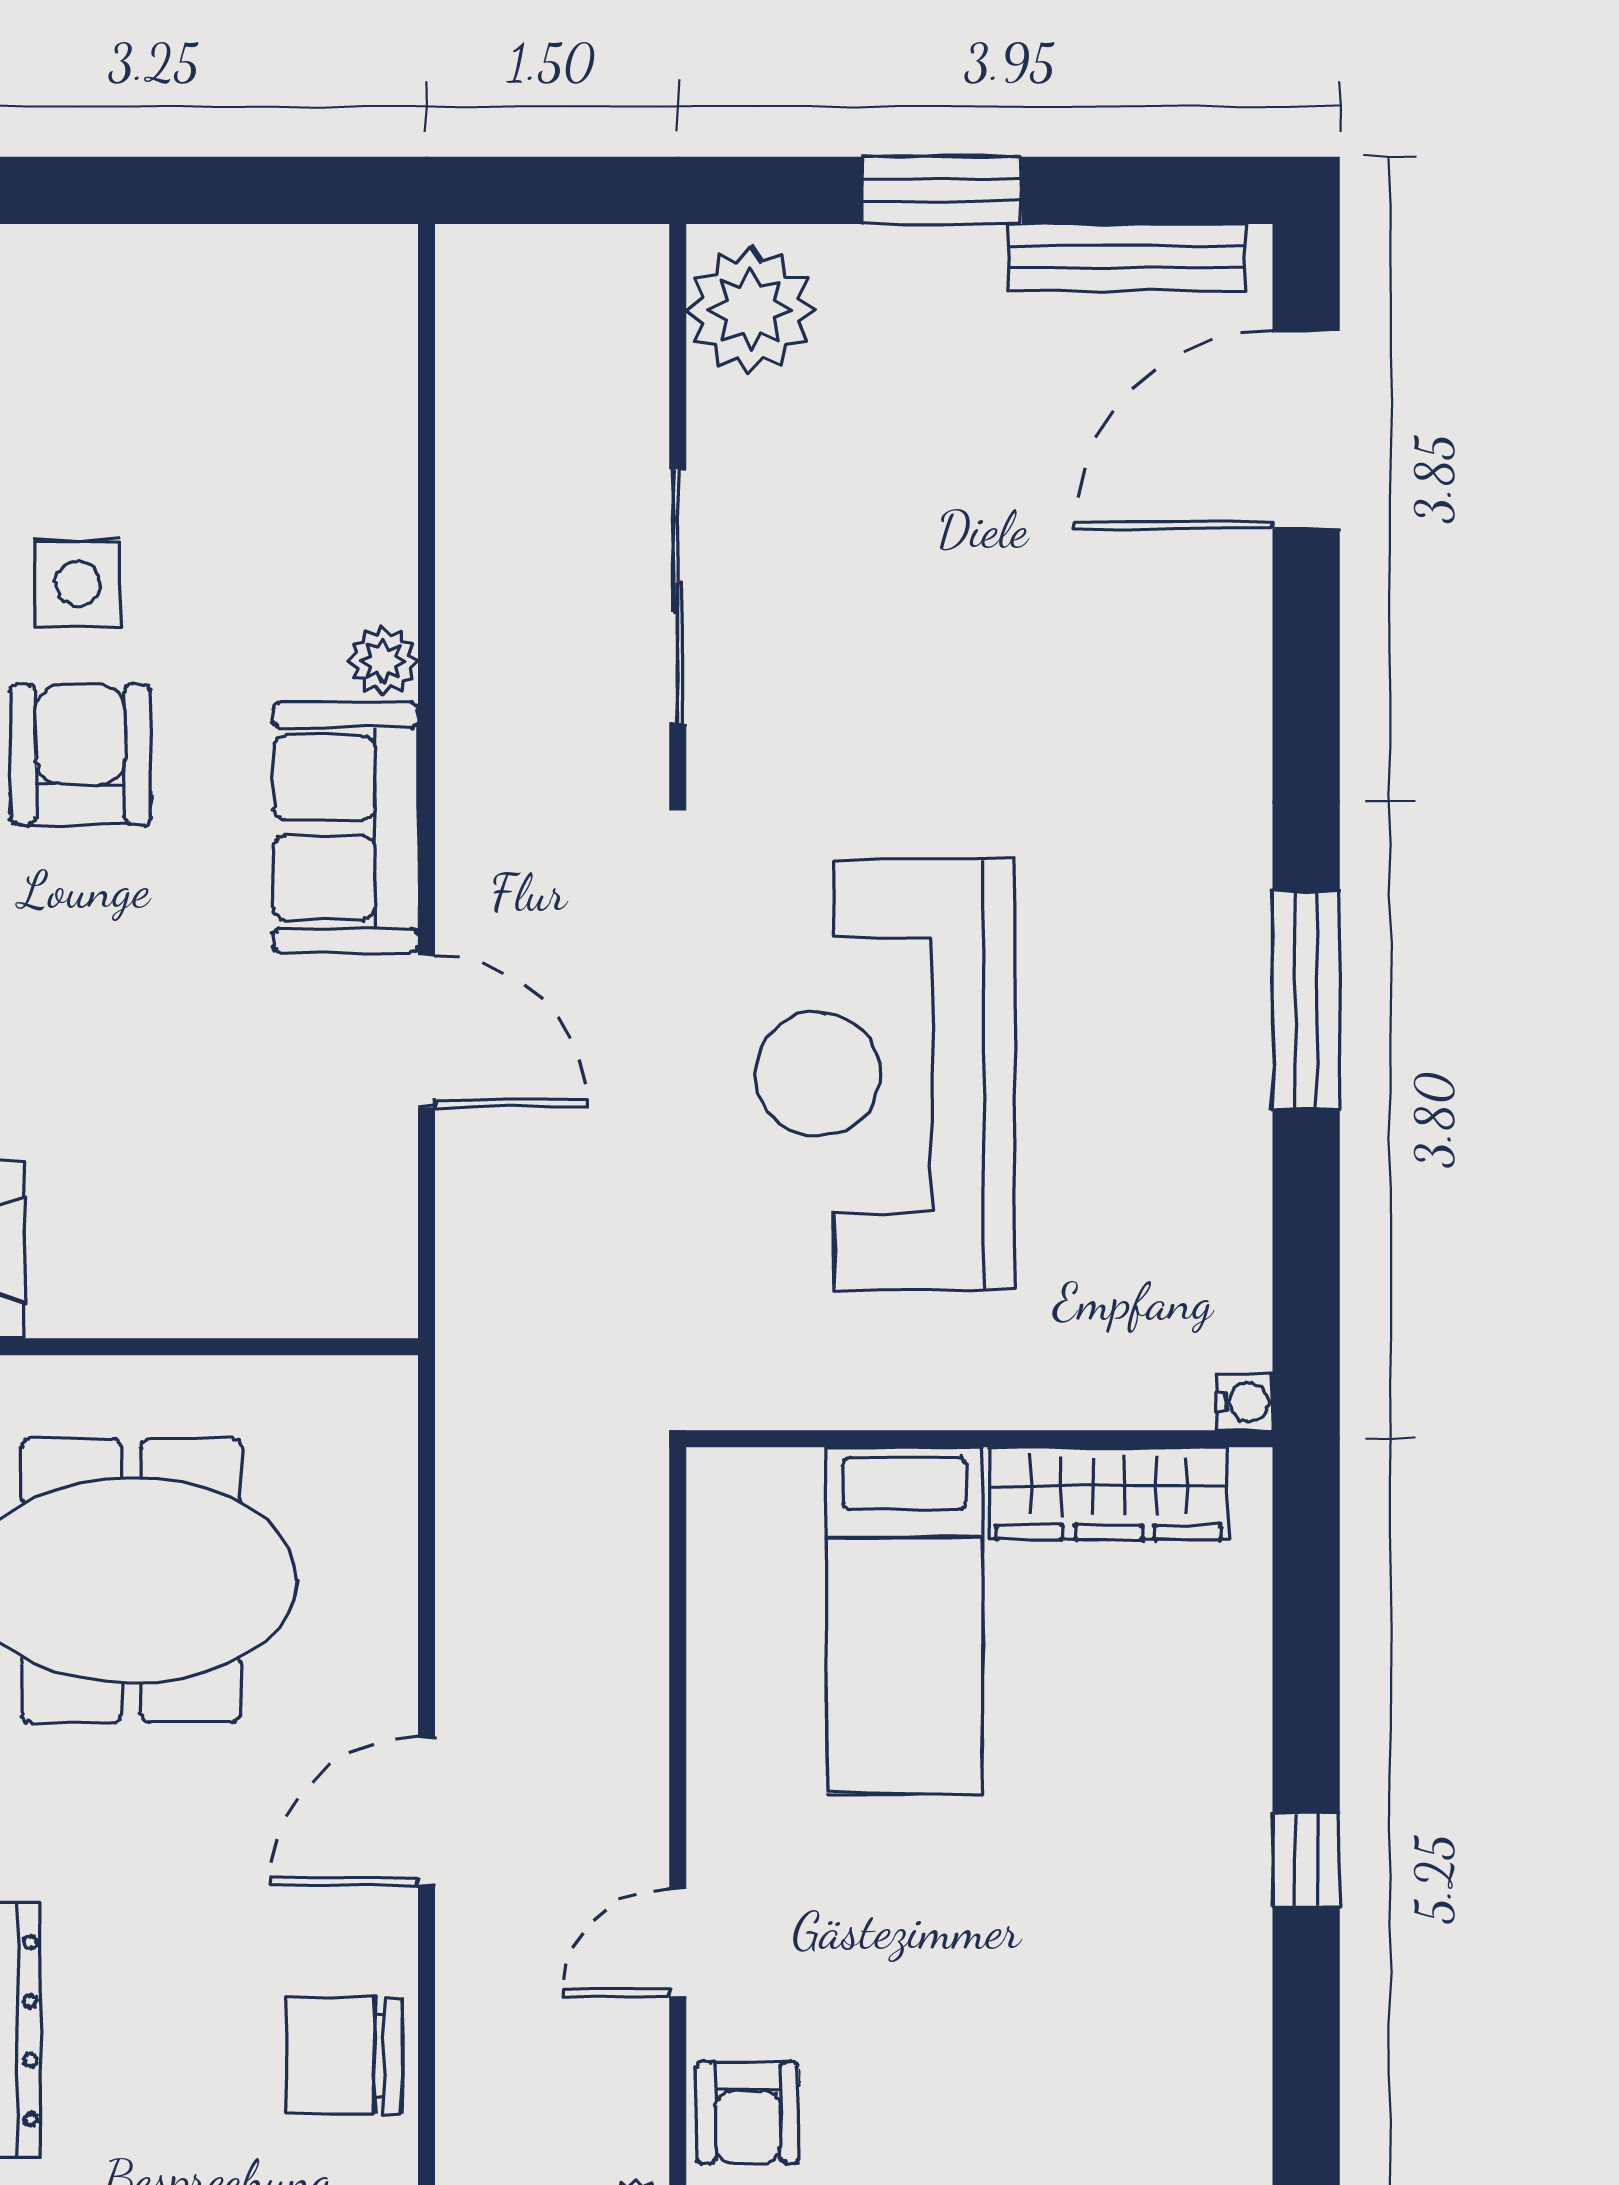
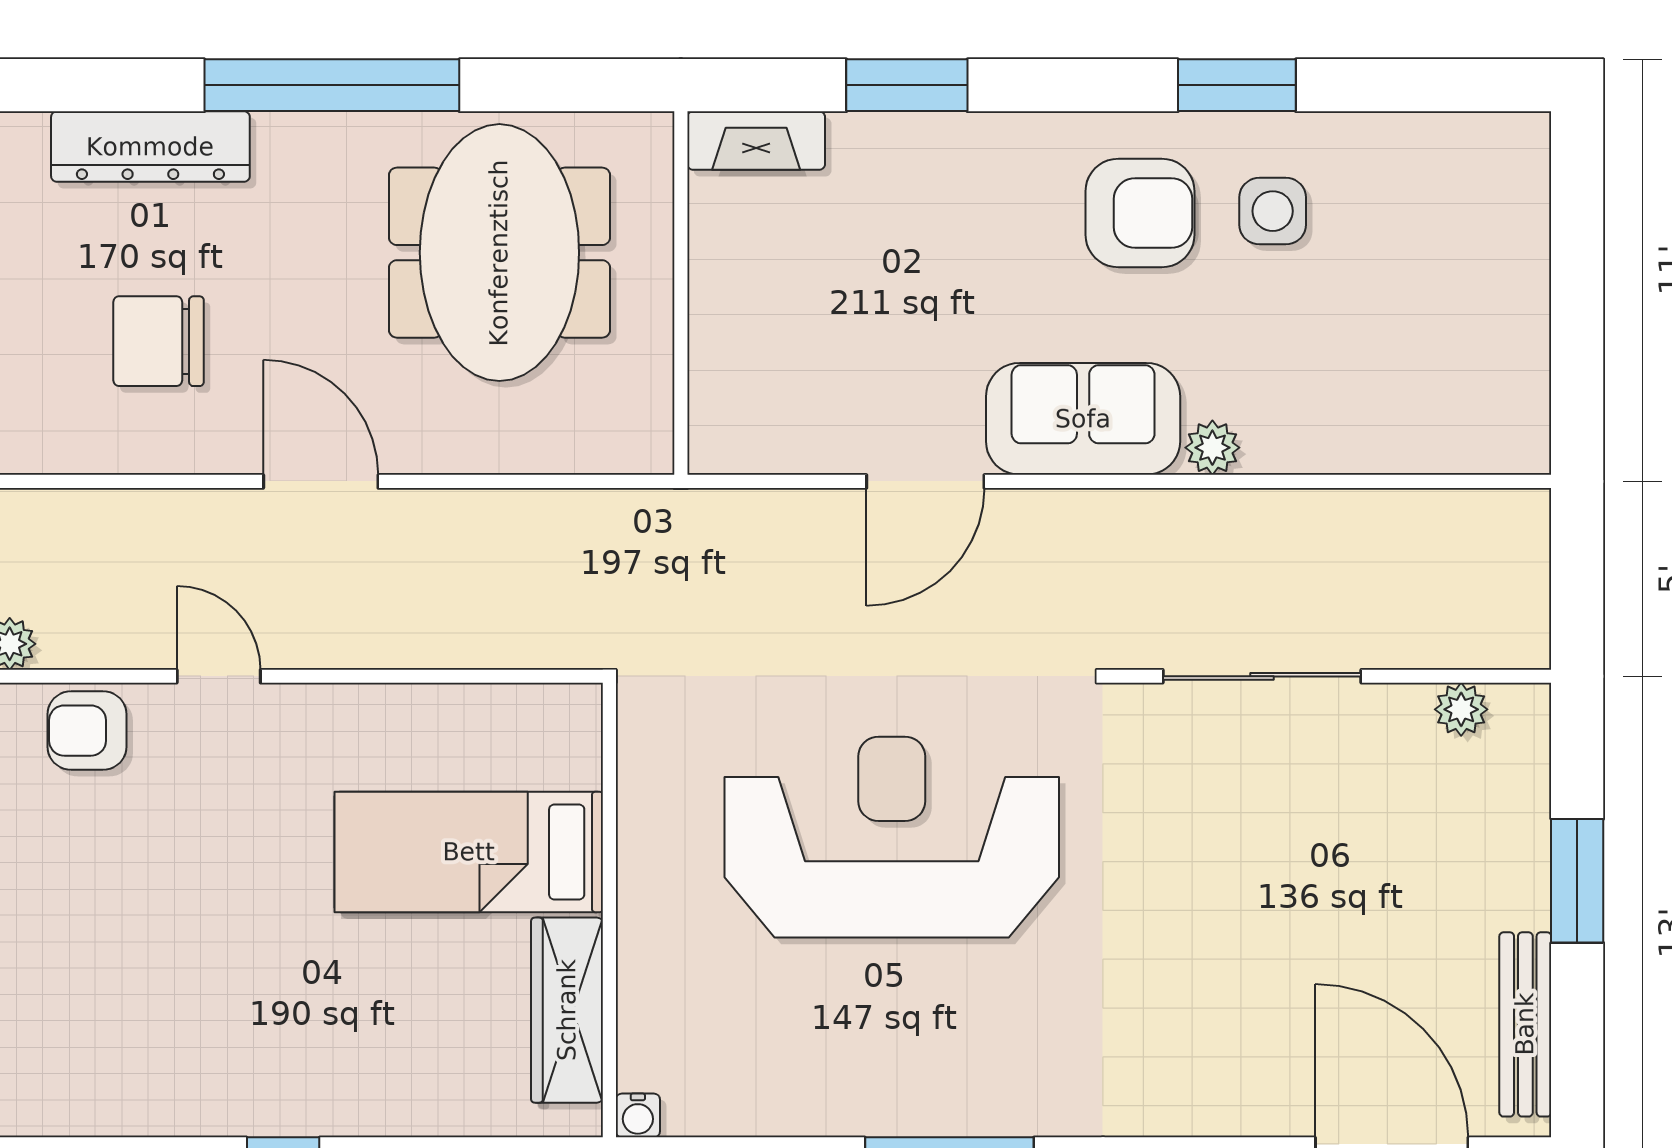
plant: (750, 310) -> (1461, 709), width x0.53, depth x0.53
chair: (344, 2056) -> (159, 341), moved, turned -90

